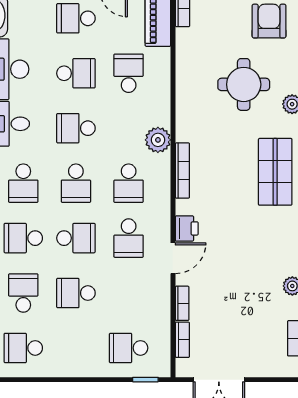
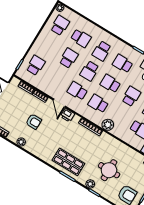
school desk: (23, 238) -> (102, 51), turned 180
armchair: (238, 286) -> (34, 122), added

